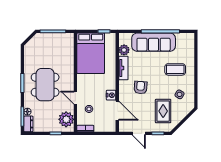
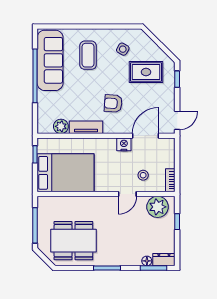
sofa: (154, 42) -> (50, 60), moved
dining table: (45, 85) -> (73, 241), moved
door: (139, 133) -> (177, 120), moved

